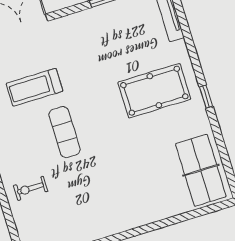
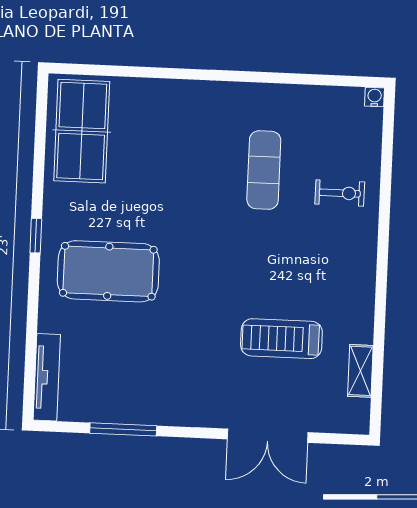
treadmill: (34, 87) -> (281, 339), turned 180
exercise mat: (65, 132) -> (264, 170), moved

